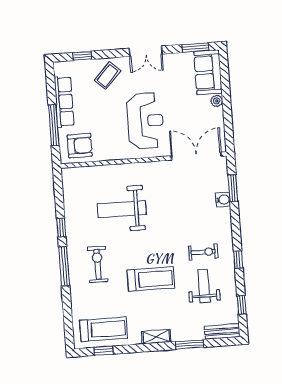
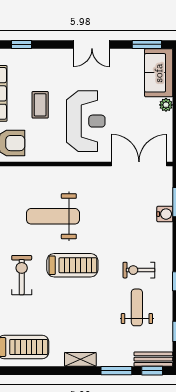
coffee table: (108, 76) -> (40, 105), moved, turned -43
exercise bike: (203, 252) -> (139, 270), turned 180
treadmill: (151, 279) -> (72, 265), moved
window: (104, 351) -> (152, 371), moved

